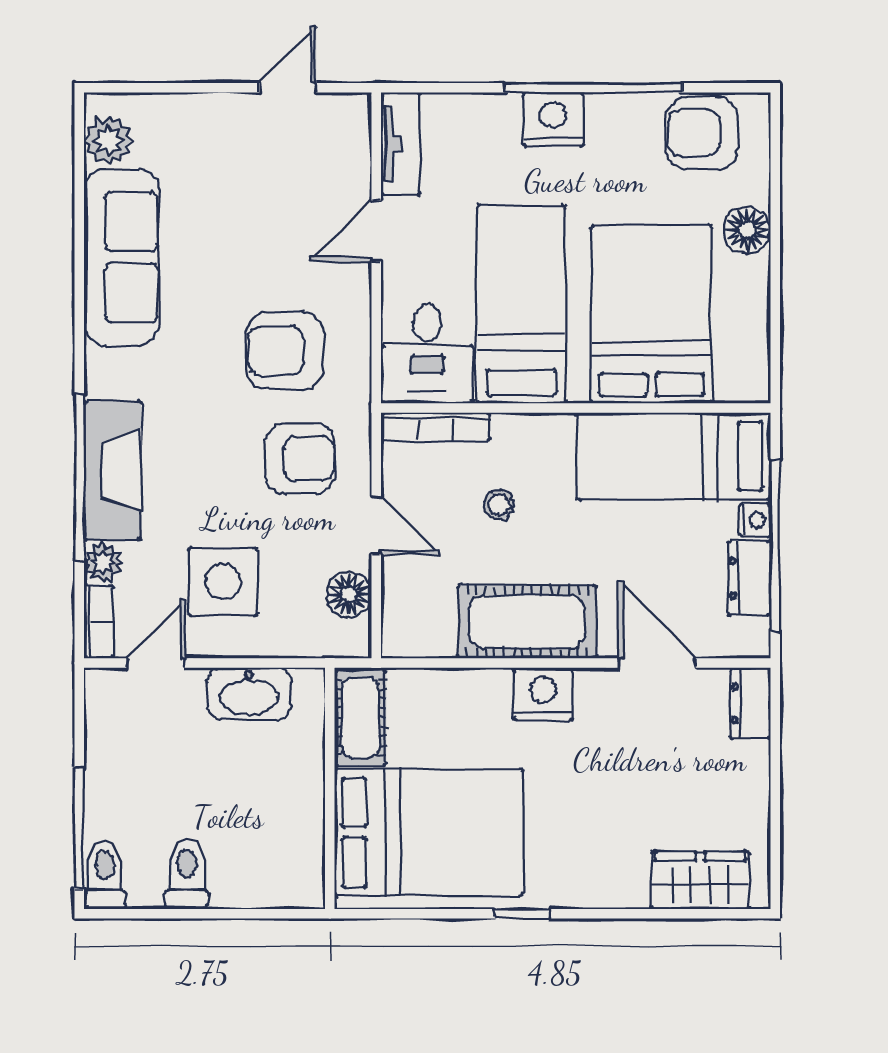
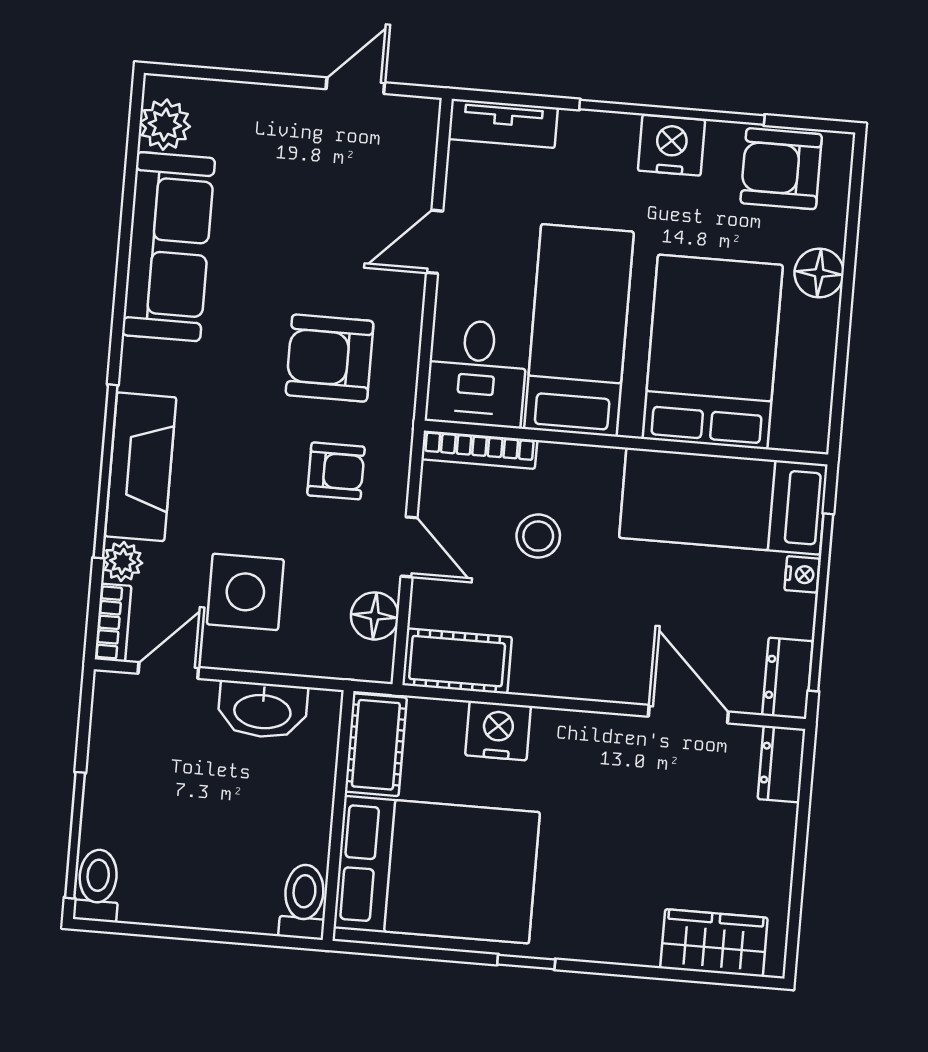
nightstand: (553, 119) -> (672, 145), moved
tv unit: (400, 144) -> (503, 123), moved, turned 90
armchair: (300, 458) -> (336, 471), width x0.72, depth x0.72
stool: (499, 505) -> (538, 536), width x1.37, depth x1.37
dresser: (749, 578) -> (788, 678), moved
cot: (527, 622) -> (457, 661), moved, width x0.73, depth x0.75
nightstand: (543, 694) -> (498, 731), moved
toilet: (187, 874) -> (304, 902), moved

